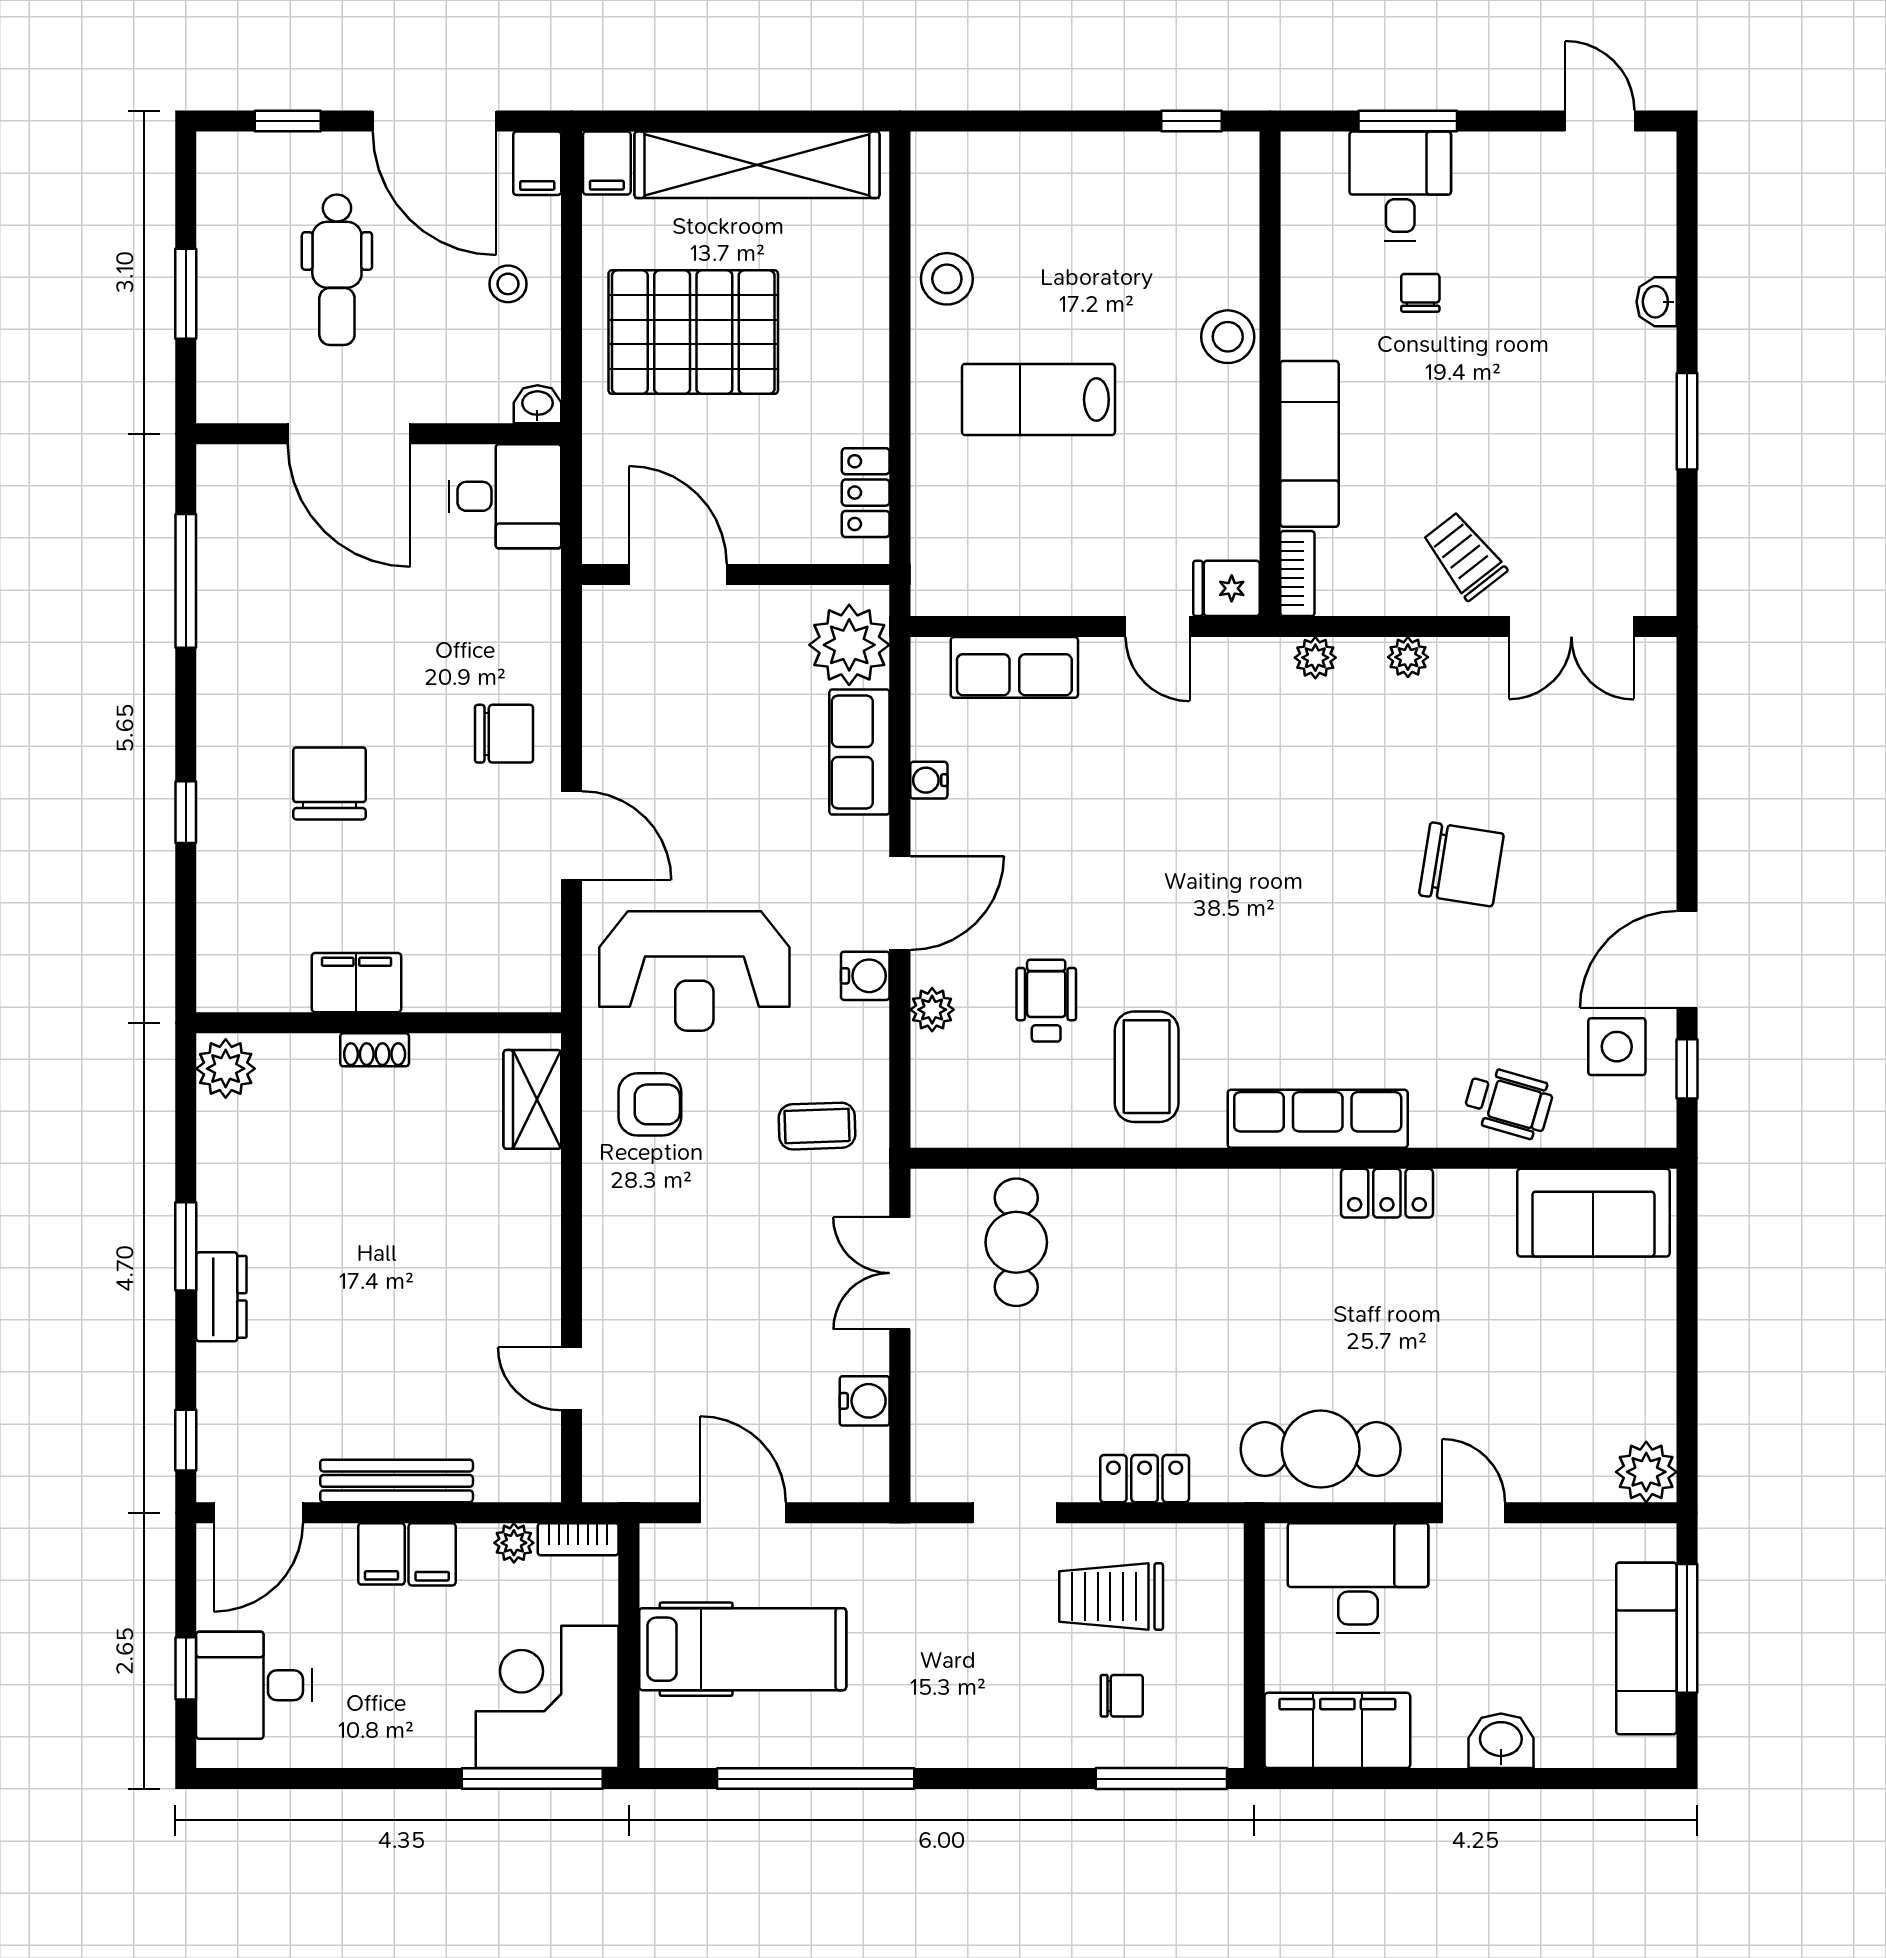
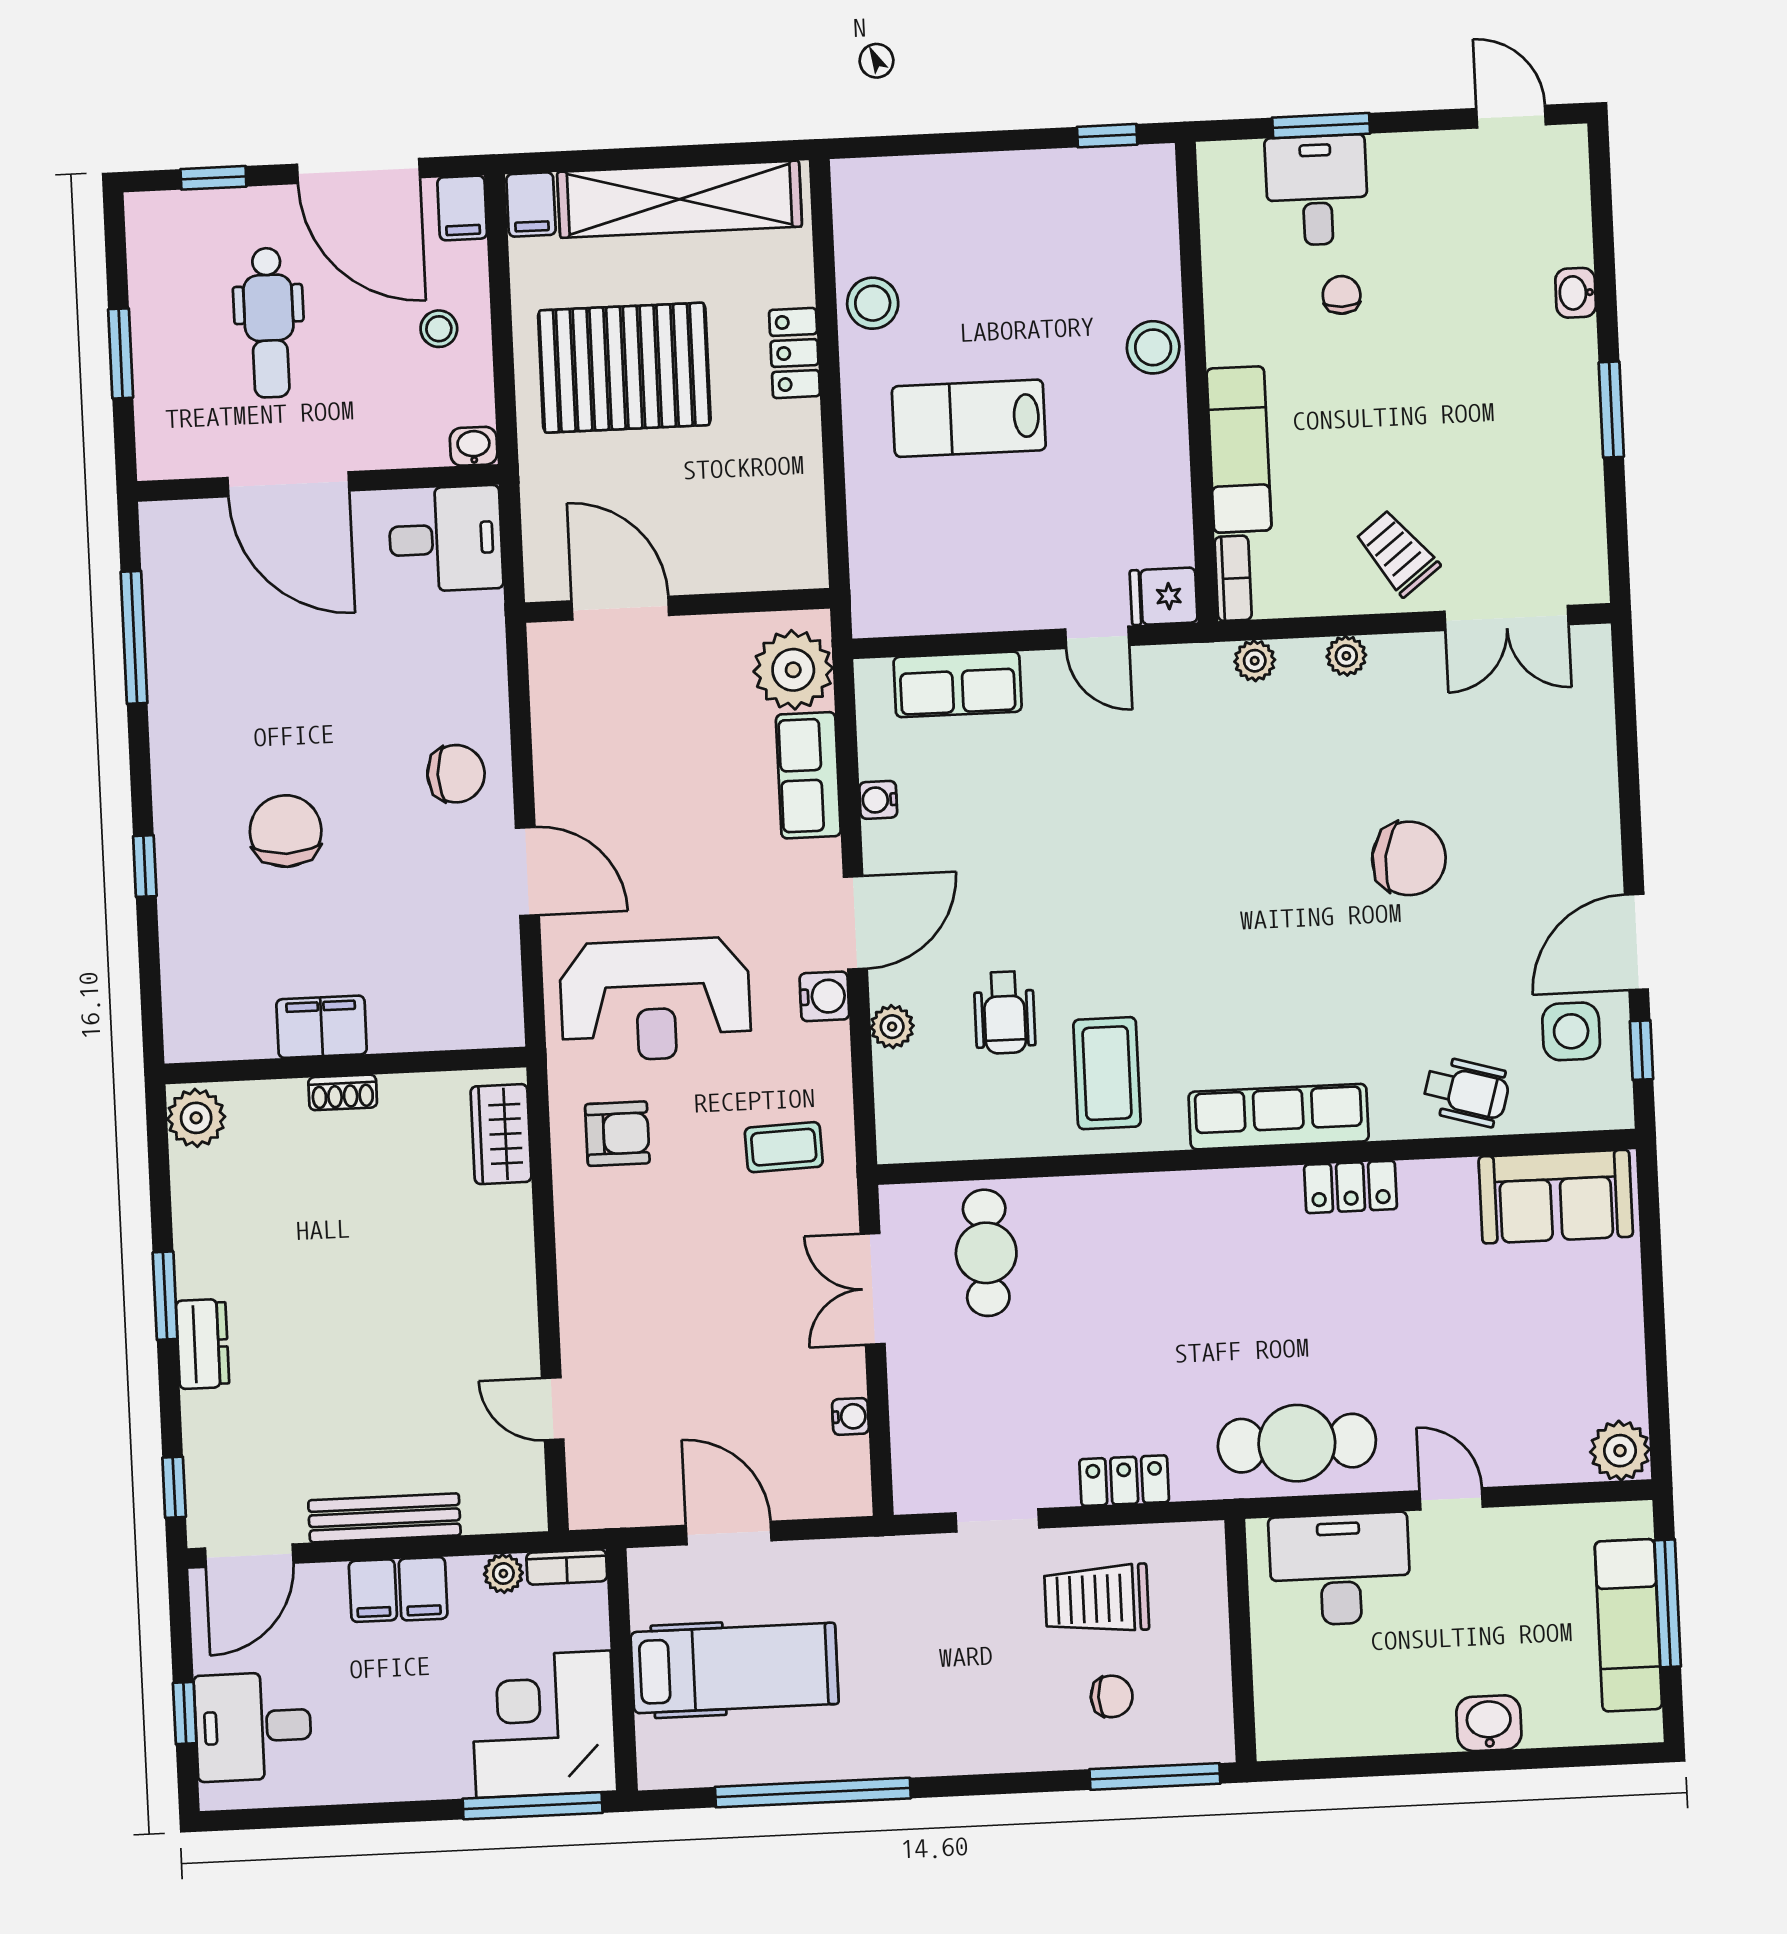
locker: (866, 493) -> (795, 353), moved
wheelchair: (1046, 1001) -> (1005, 1012), turned 180
water cooler: (865, 1401) -> (850, 1416), width x0.72, depth x0.72
filing cabinet: (1337, 1730) -> (1327, 1721), removed

